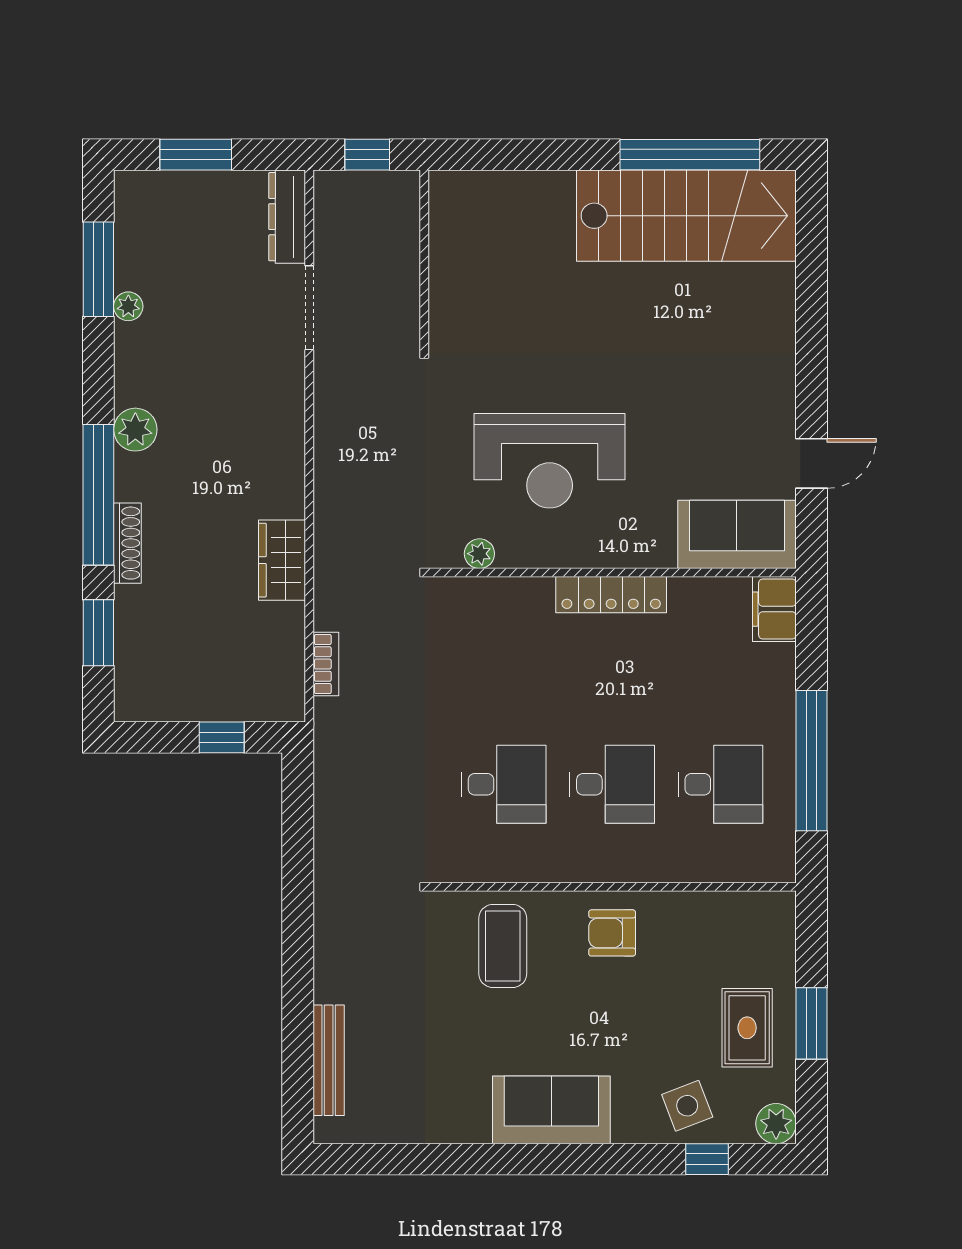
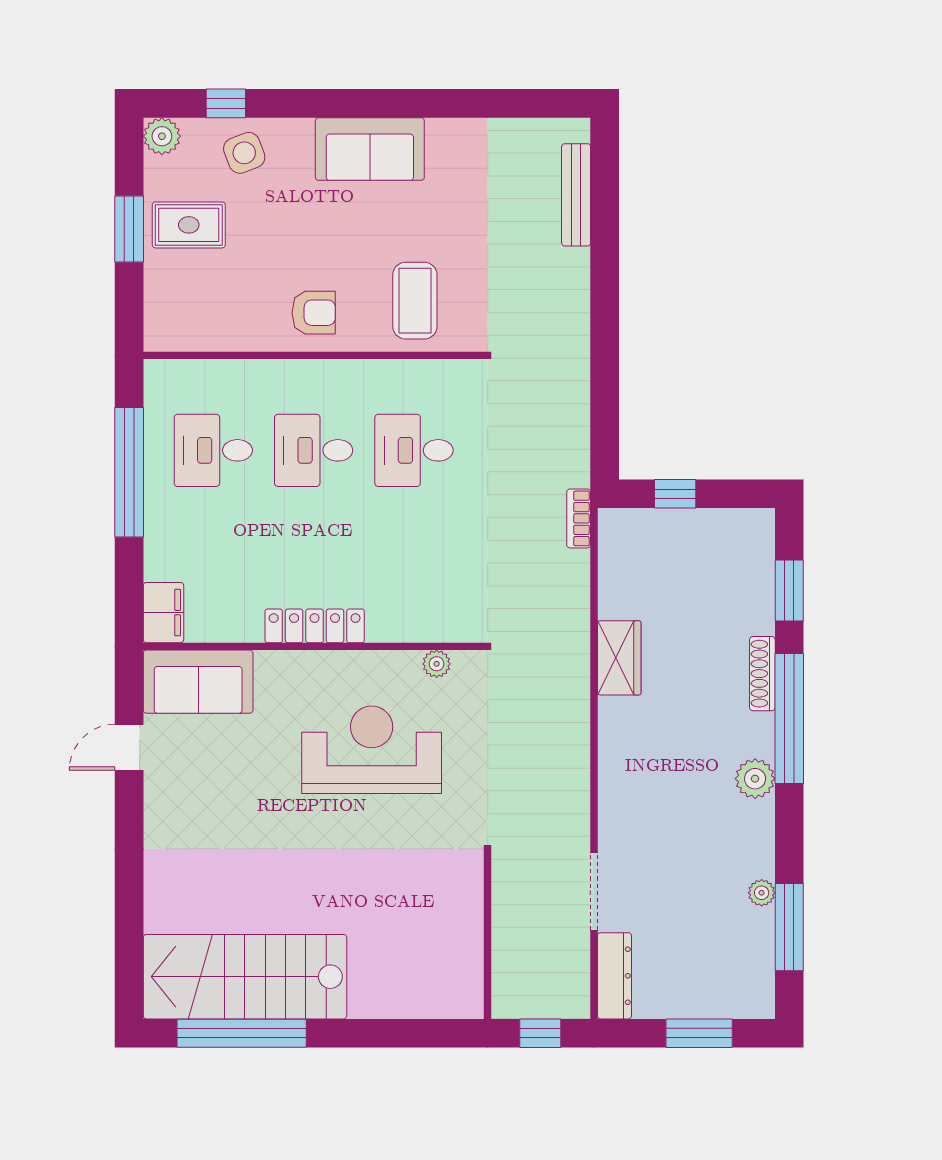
bookcase: (326, 664) -> (579, 518), moved
rug: (747, 1028) -> (189, 225), turned 90

